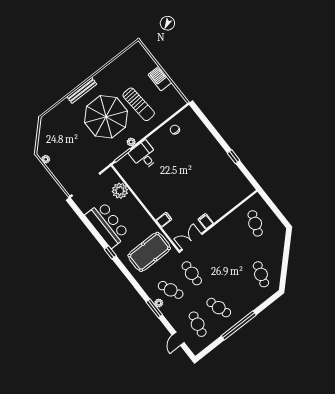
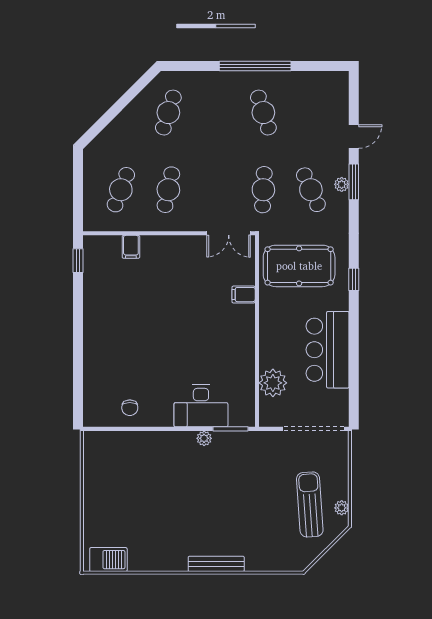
barbecue: (160, 79) -> (108, 560), moved, turned -90
sun lounger: (139, 104) -> (310, 504), moved
parasol: (106, 117) -> (211, 501), removed
desk: (144, 155) -> (201, 406), width x1.37
window: (234, 157) -> (78, 261), moved
filing cabinet: (206, 221) -> (131, 247), moved
window: (110, 252) -> (354, 279), moved
cafe table: (198, 324) -> (168, 190), moved
door: (178, 339) -> (354, 137), moved

